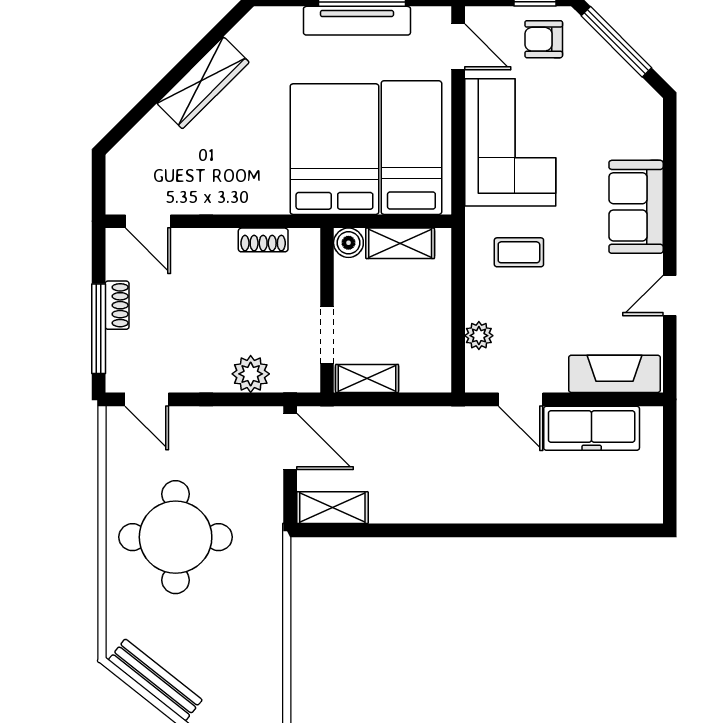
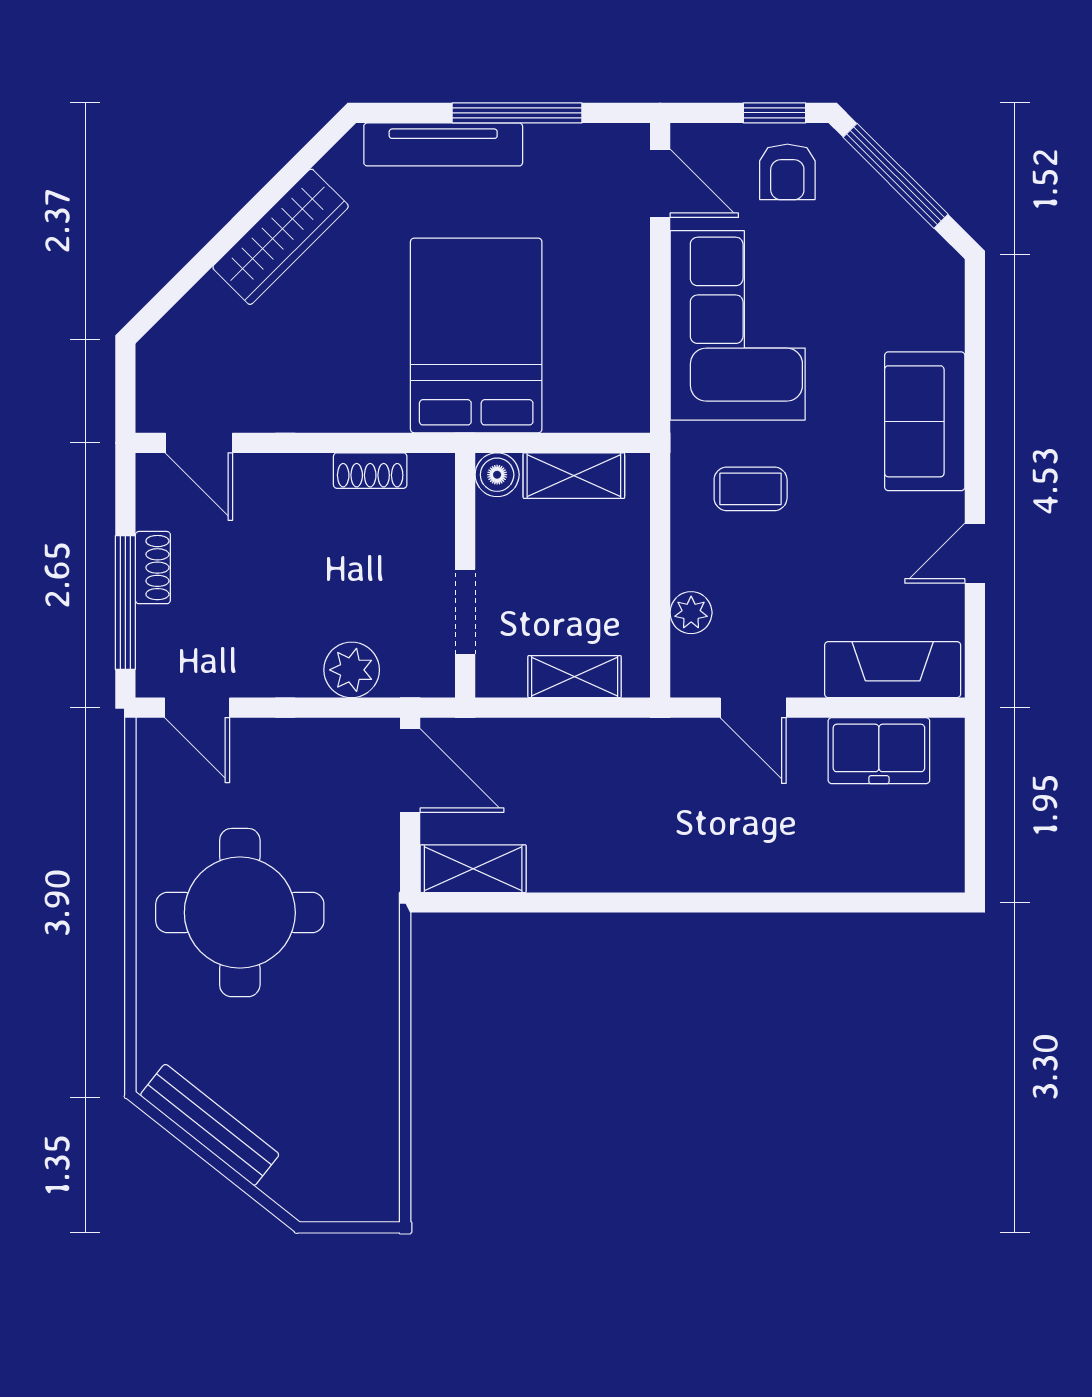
tv unit: (357, 21) -> (443, 144), moved
armchair: (544, 39) -> (787, 172), turned -90
bed: (411, 148) -> (591, 333), removed
shelving: (367, 378) -> (575, 677), moved
freezer: (592, 428) -> (879, 751), width x0.71

